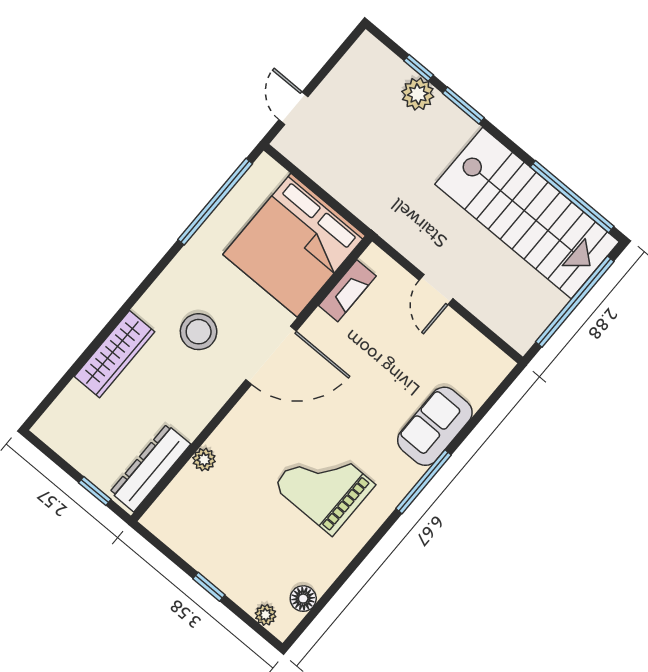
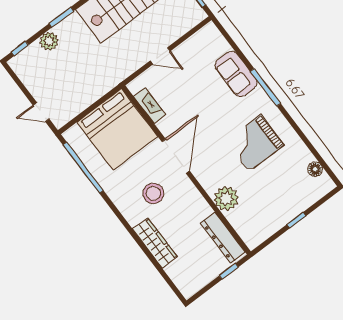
window: (419, 68) -> (20, 49), moved
plant: (204, 460) -> (226, 199), width x1.88, depth x1.88
plant: (266, 615) -> (319, 192), removed

